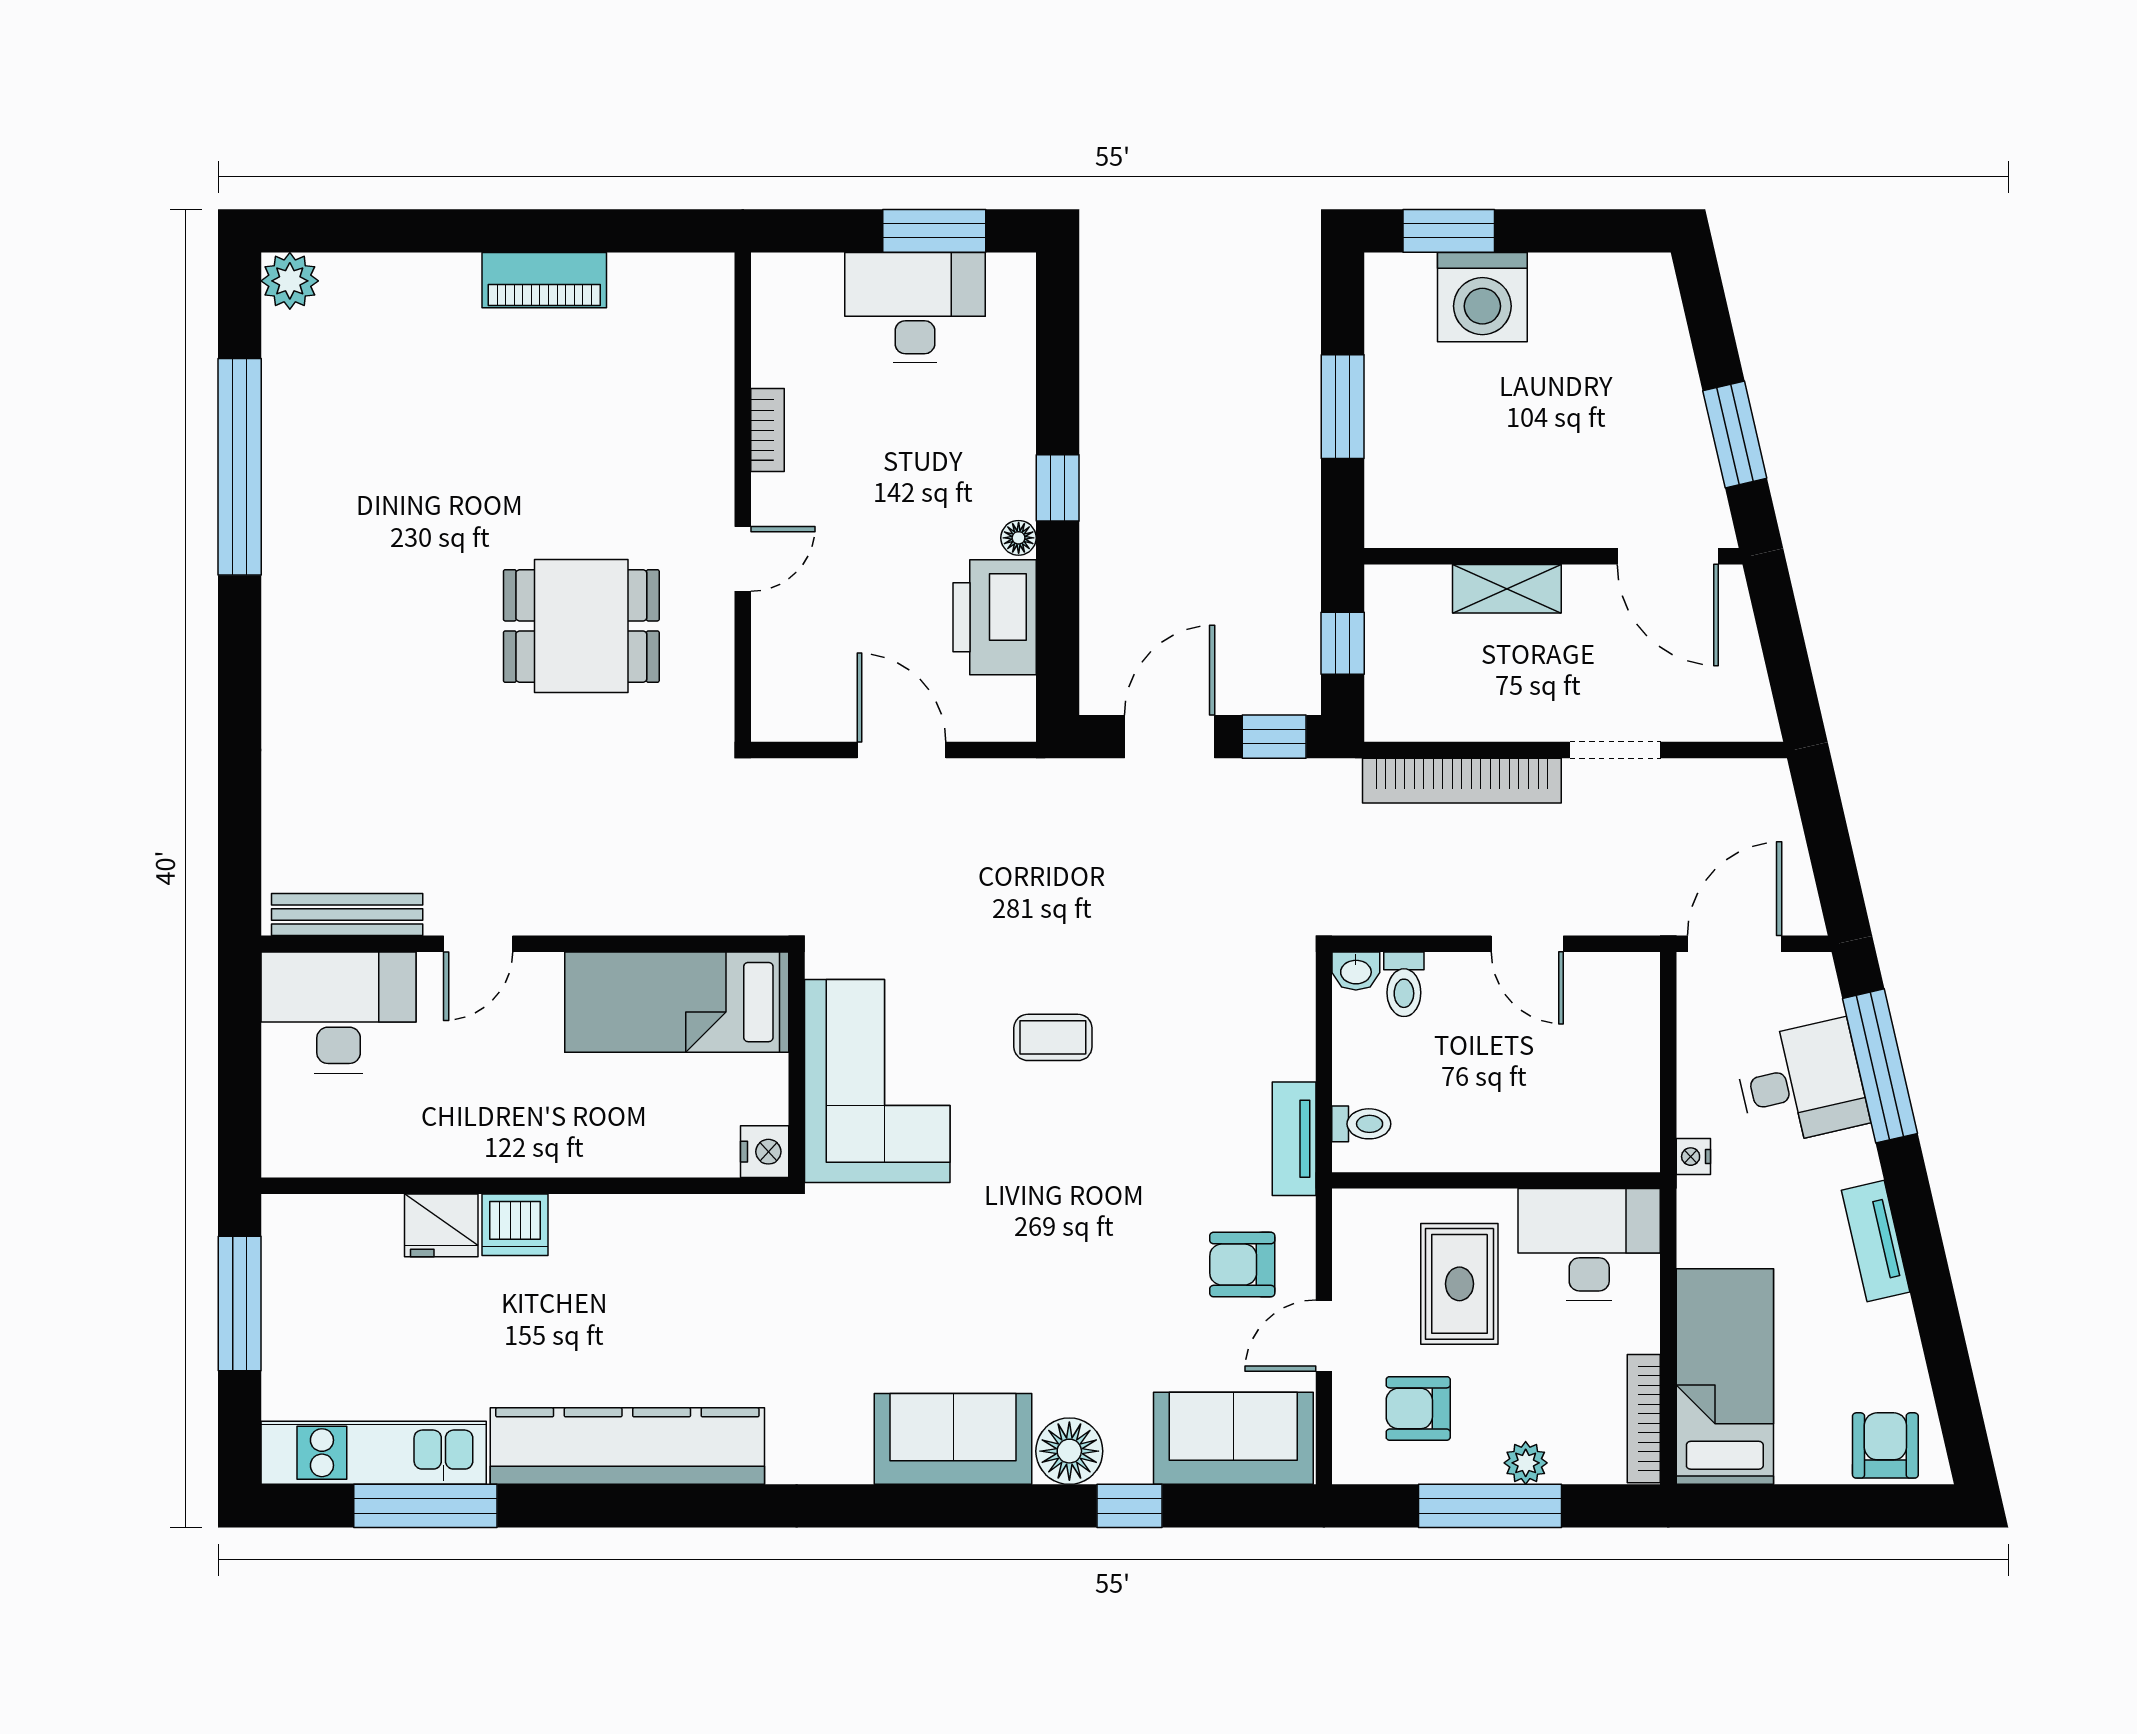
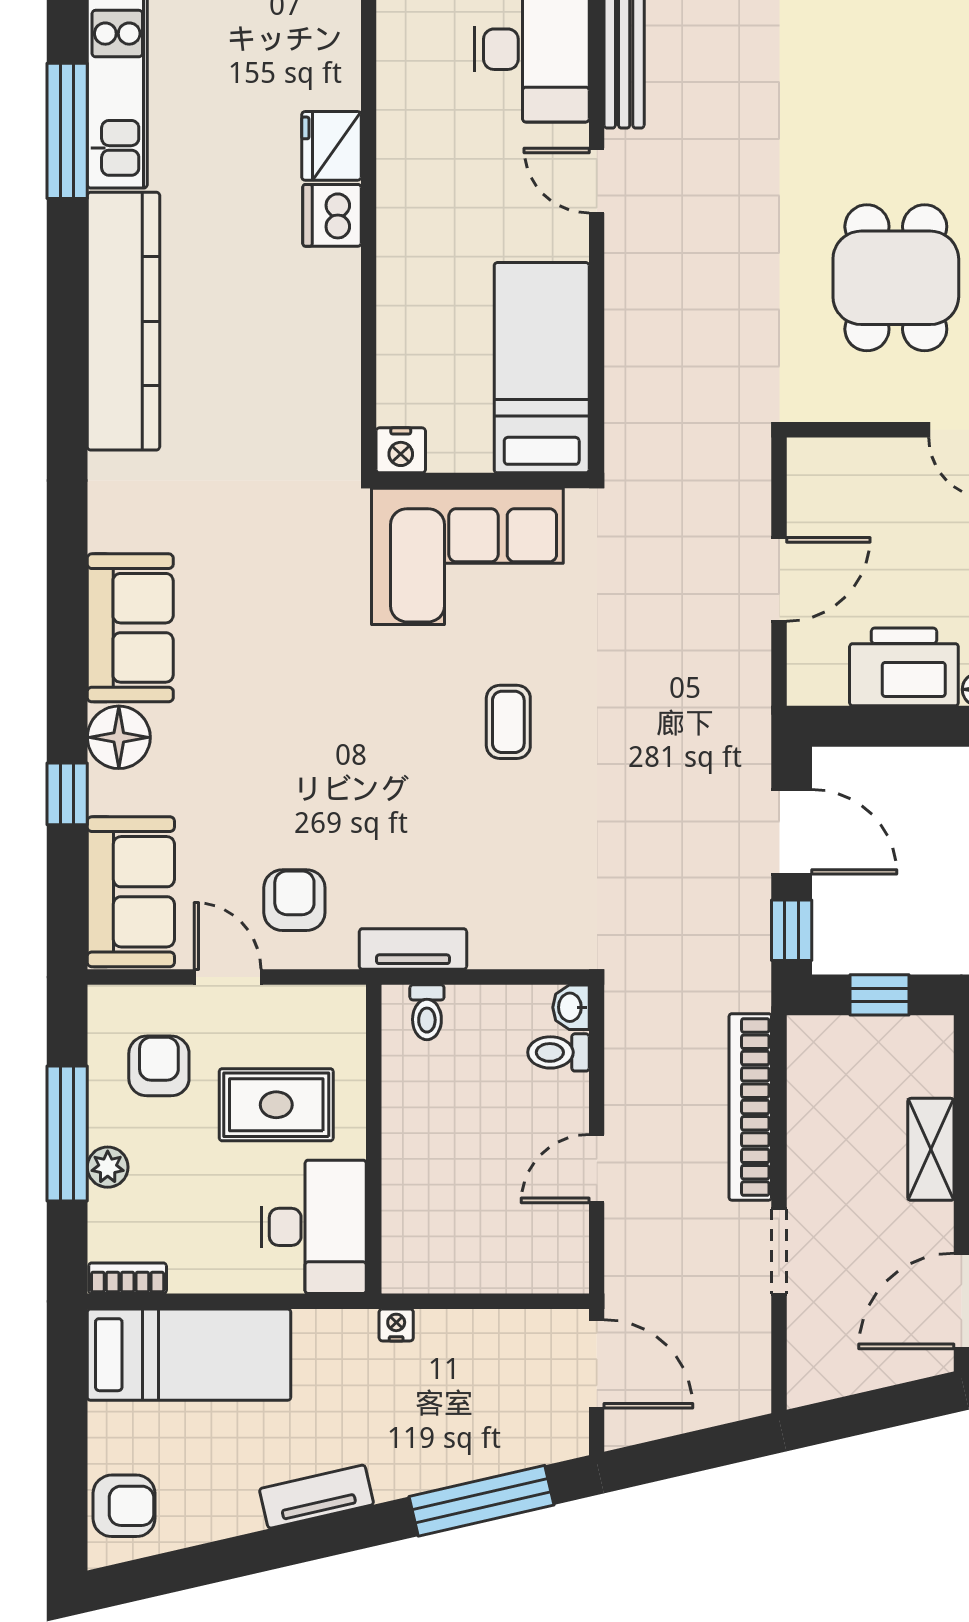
desk: (1801, 1083) -> (466, 1426), removed
bookcase: (1644, 1419) -> (128, 1278), width x0.64

